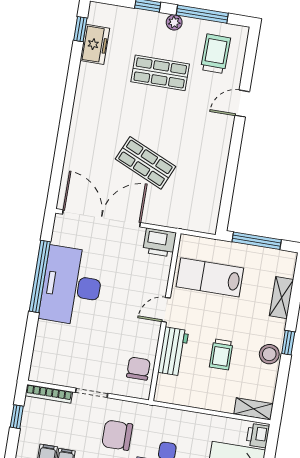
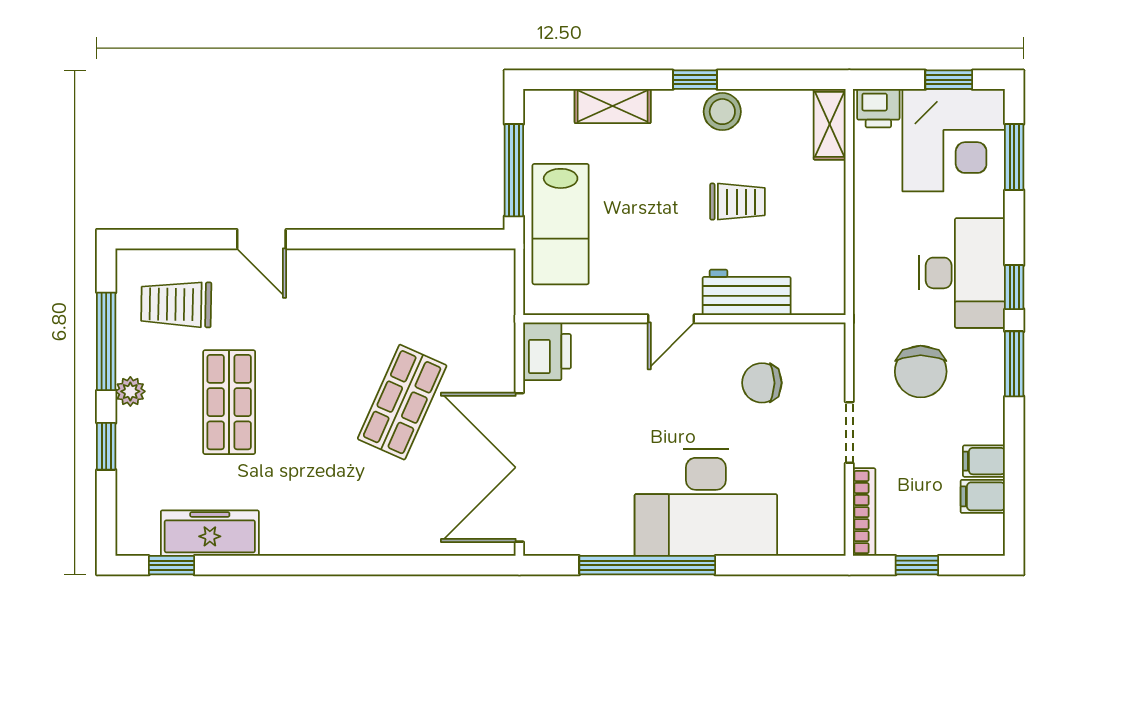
freezer: (95, 44) -> (210, 533), width x1.40
lab bench: (210, 277) -> (561, 224), moved
desk: (72, 286) -> (706, 503), moved
door: (166, 310) -> (671, 319), hinge flipped
chair: (138, 369) -> (762, 383), moved

